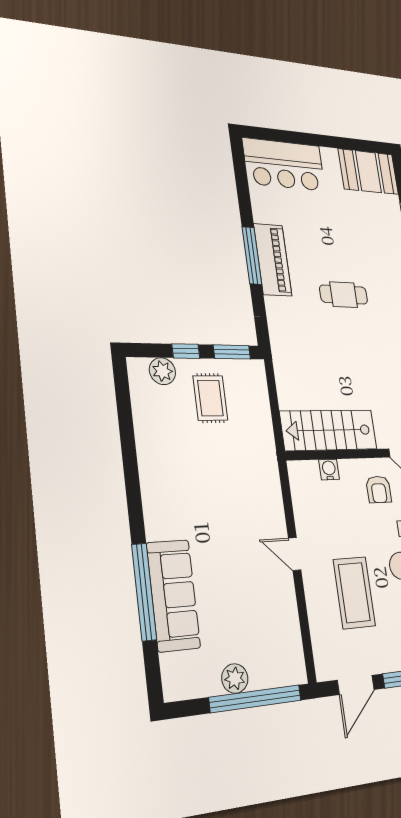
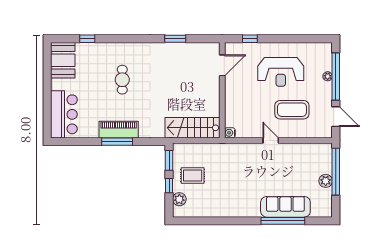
cafe table: (344, 295) -> (122, 80), moved
stairs: (329, 430) -> (193, 128), moved, turned 90
water cooler: (329, 470) -> (230, 133), moved
armchair: (379, 489) -> (241, 86), removed
door: (295, 554) -> (271, 140), swing flipped

